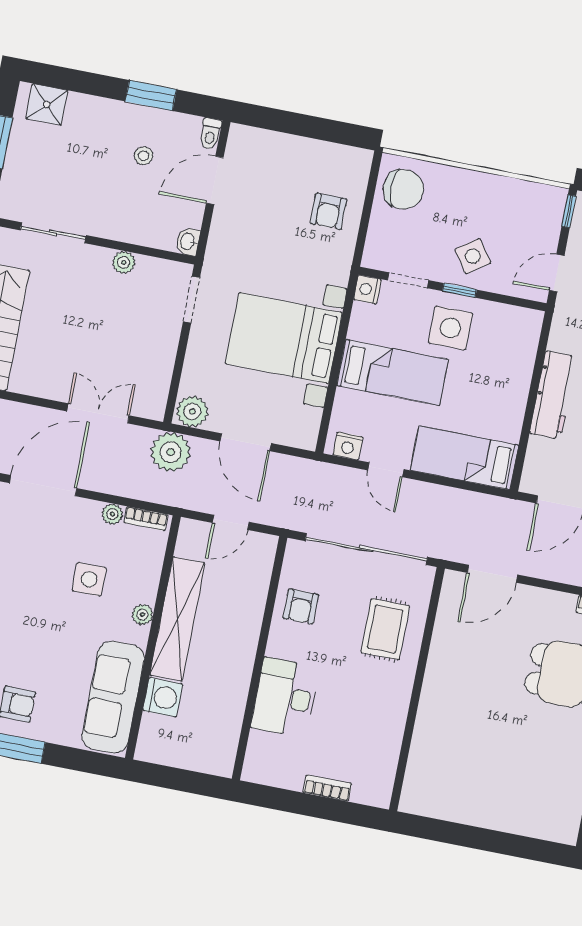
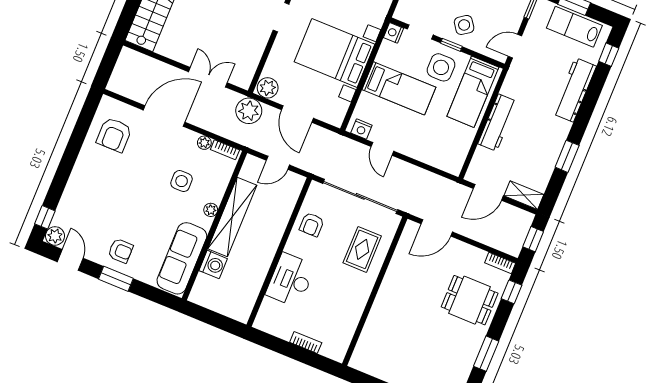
bed: (465, 458) -> (473, 92), moved, turned -90

